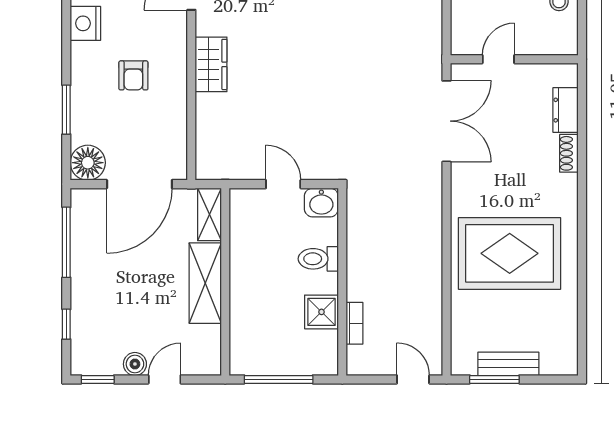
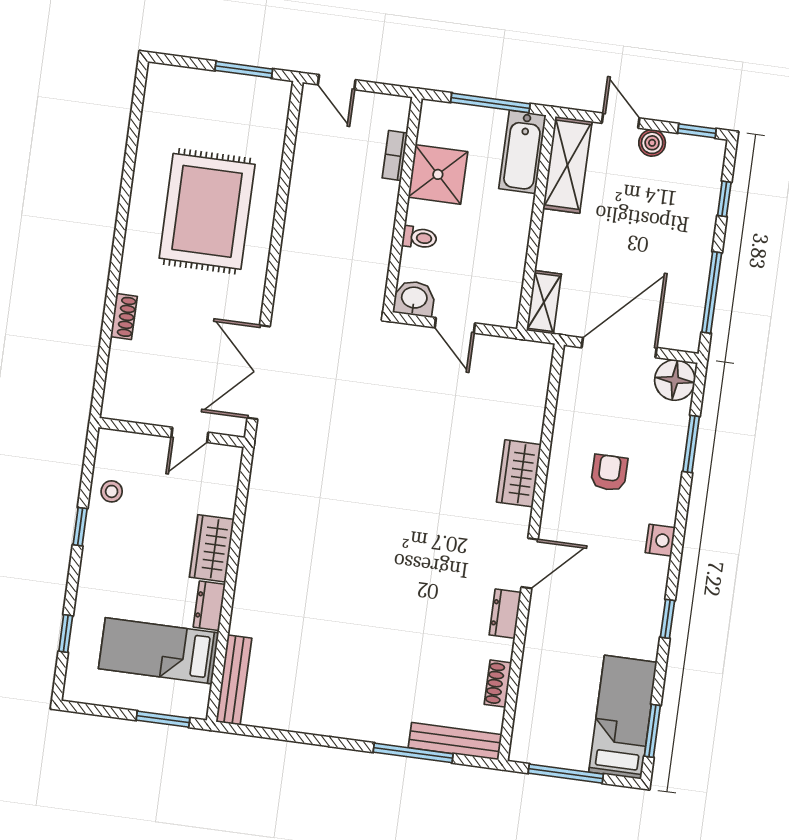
nightstand: (85, 23) -> (660, 540), width x0.74, depth x0.75
dresser: (565, 110) -> (121, 366), removed
rug: (510, 253) -> (207, 211), turned 90
toilet: (318, 259) -> (419, 238), width x0.73, depth x0.72
shelving: (205, 283) -> (567, 165), moved
shower: (322, 312) -> (438, 174), width x1.36, depth x1.36
bathtub: (245, 341) -> (522, 152), added
bench: (508, 364) -> (225, 85), removed
door: (165, 379) -> (621, 121), swing flipped

